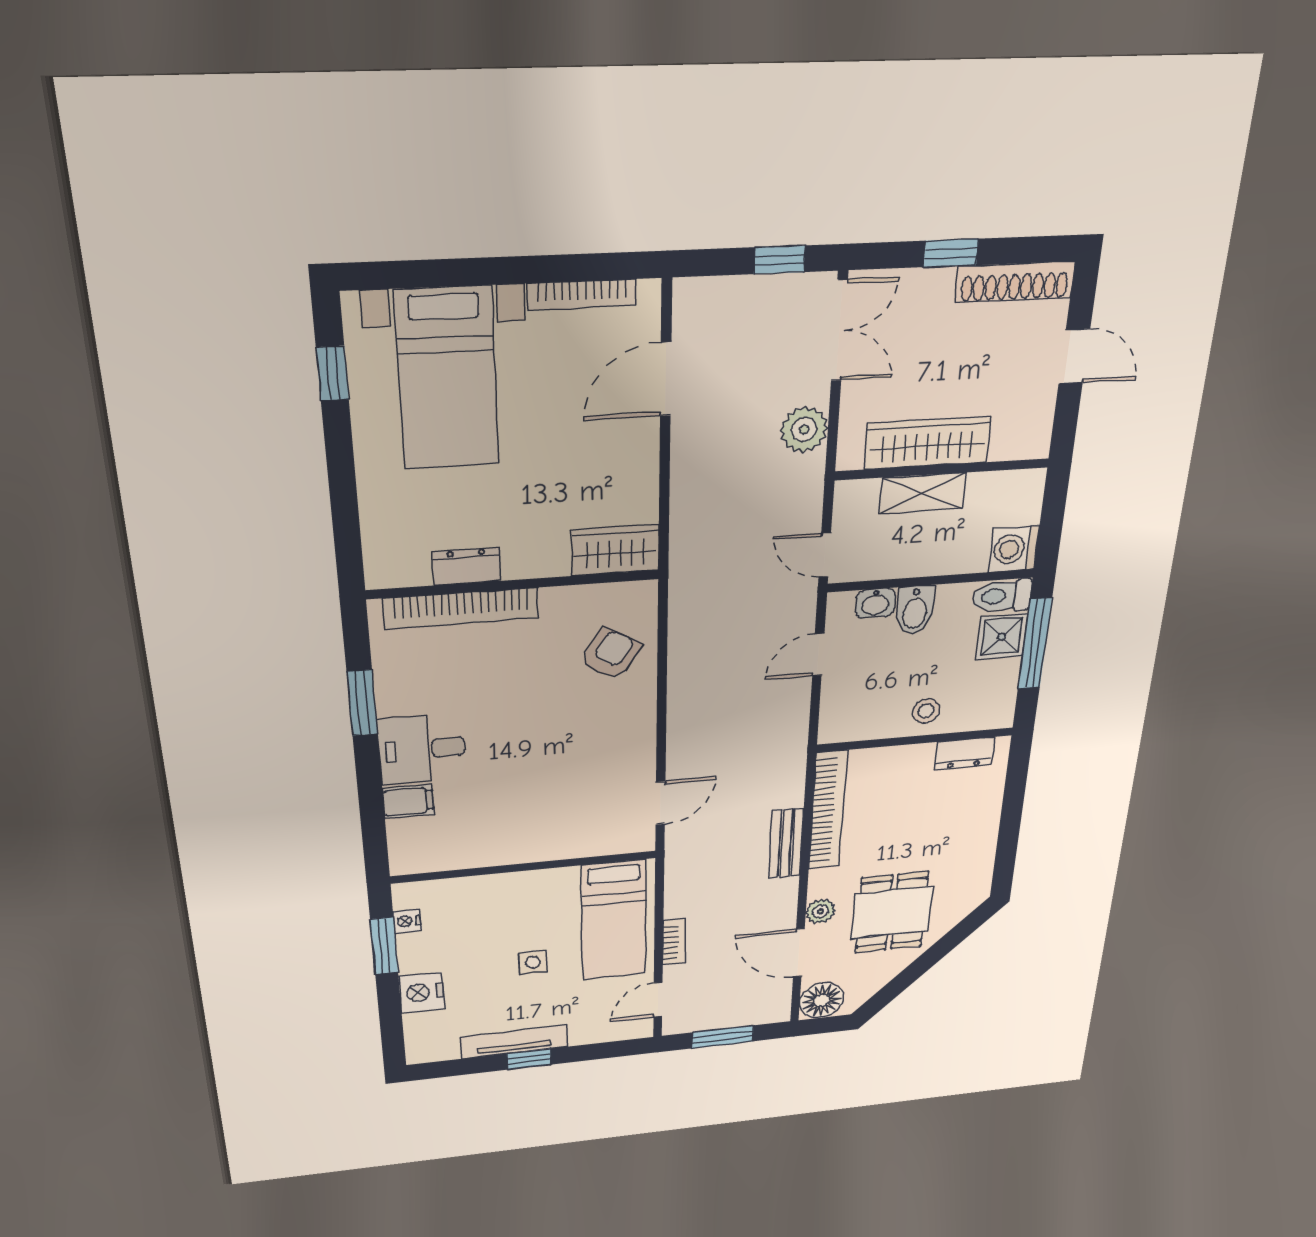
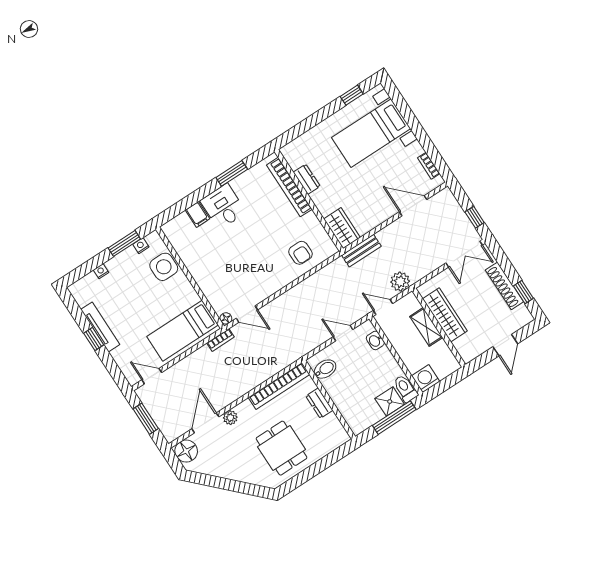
window: (951, 253) -> (523, 292), moved
shoe rack: (1015, 282) -> (504, 286), moved
bookcase: (582, 295) -> (429, 166), width x0.64
plant: (804, 429) -> (400, 282), moved
door: (825, 555) -> (383, 307), hinge flipped
bidet: (915, 610) -> (325, 369), moved, turned 180
armchair: (611, 654) -> (301, 253), turned 58
stool: (926, 711) -> (343, 394), removed
dresser: (965, 753) -> (319, 403), moved
floor lamp: (643, 841) -> (226, 318), added
bench: (786, 843) -> (361, 251), moved
dining table: (892, 912) -> (281, 448), moved, turned 90
bookcase: (674, 942) -> (221, 340), moved
side table: (533, 962) -> (164, 267), moved, width x1.87, depth x1.87
nightstand: (421, 992) -> (101, 271), width x0.53, depth x0.56

